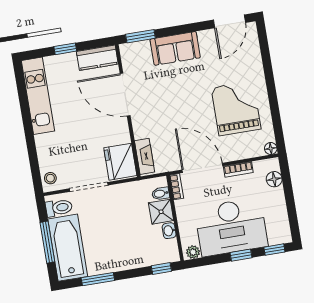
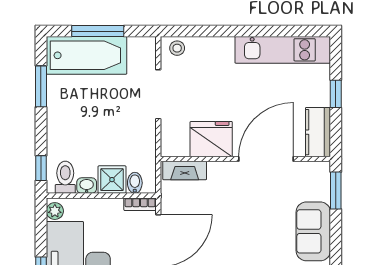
fridge: (120, 162) -> (211, 139), moved
toilet: (59, 208) -> (65, 177), moved, turned 180

